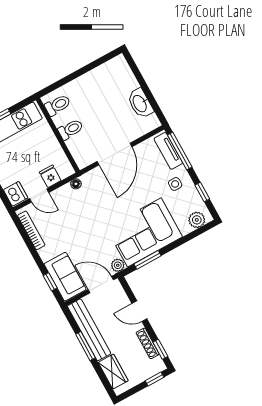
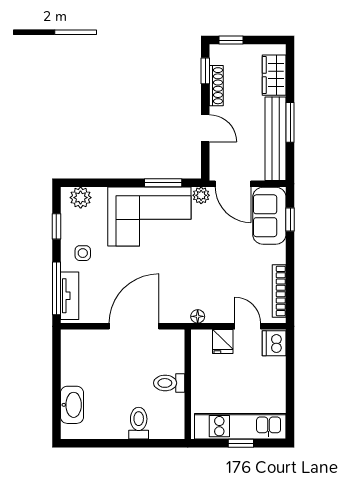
washbasin: (140, 103) -> (72, 405), moved
toilet: (58, 105) -> (139, 423), moved, turned 90

